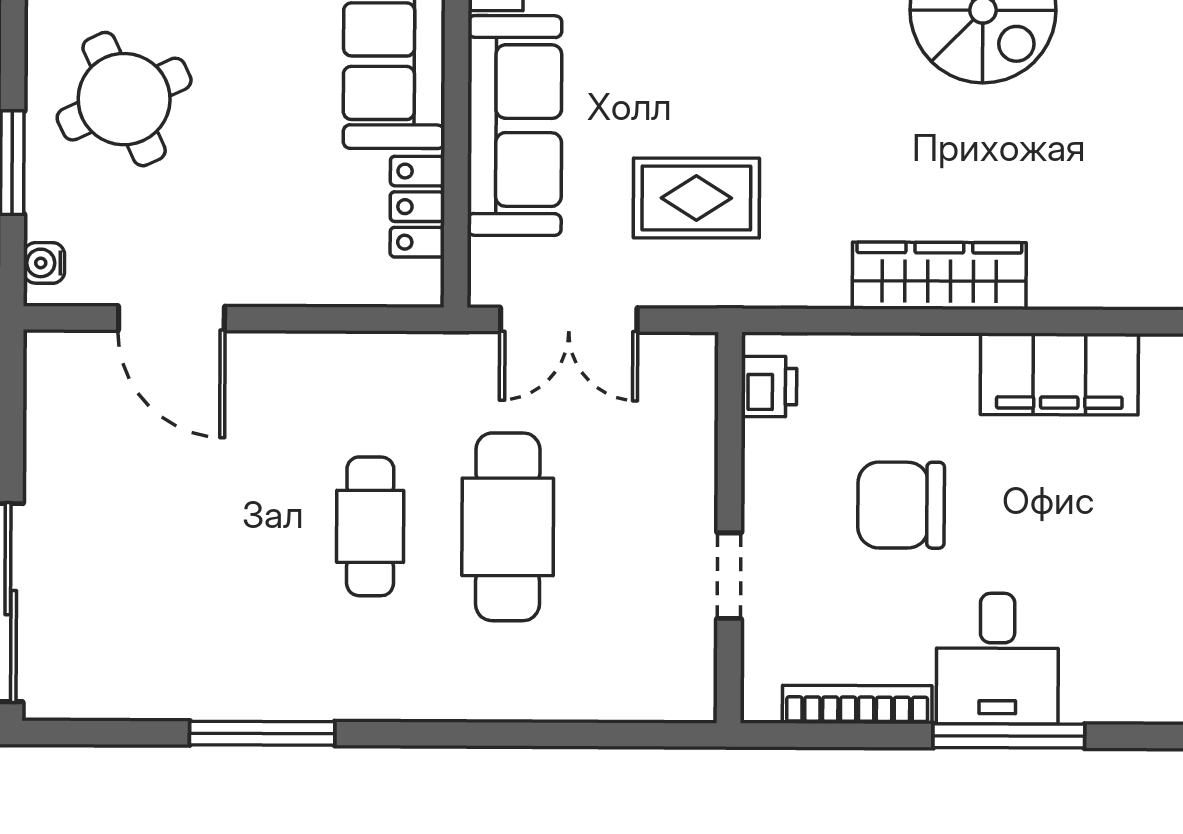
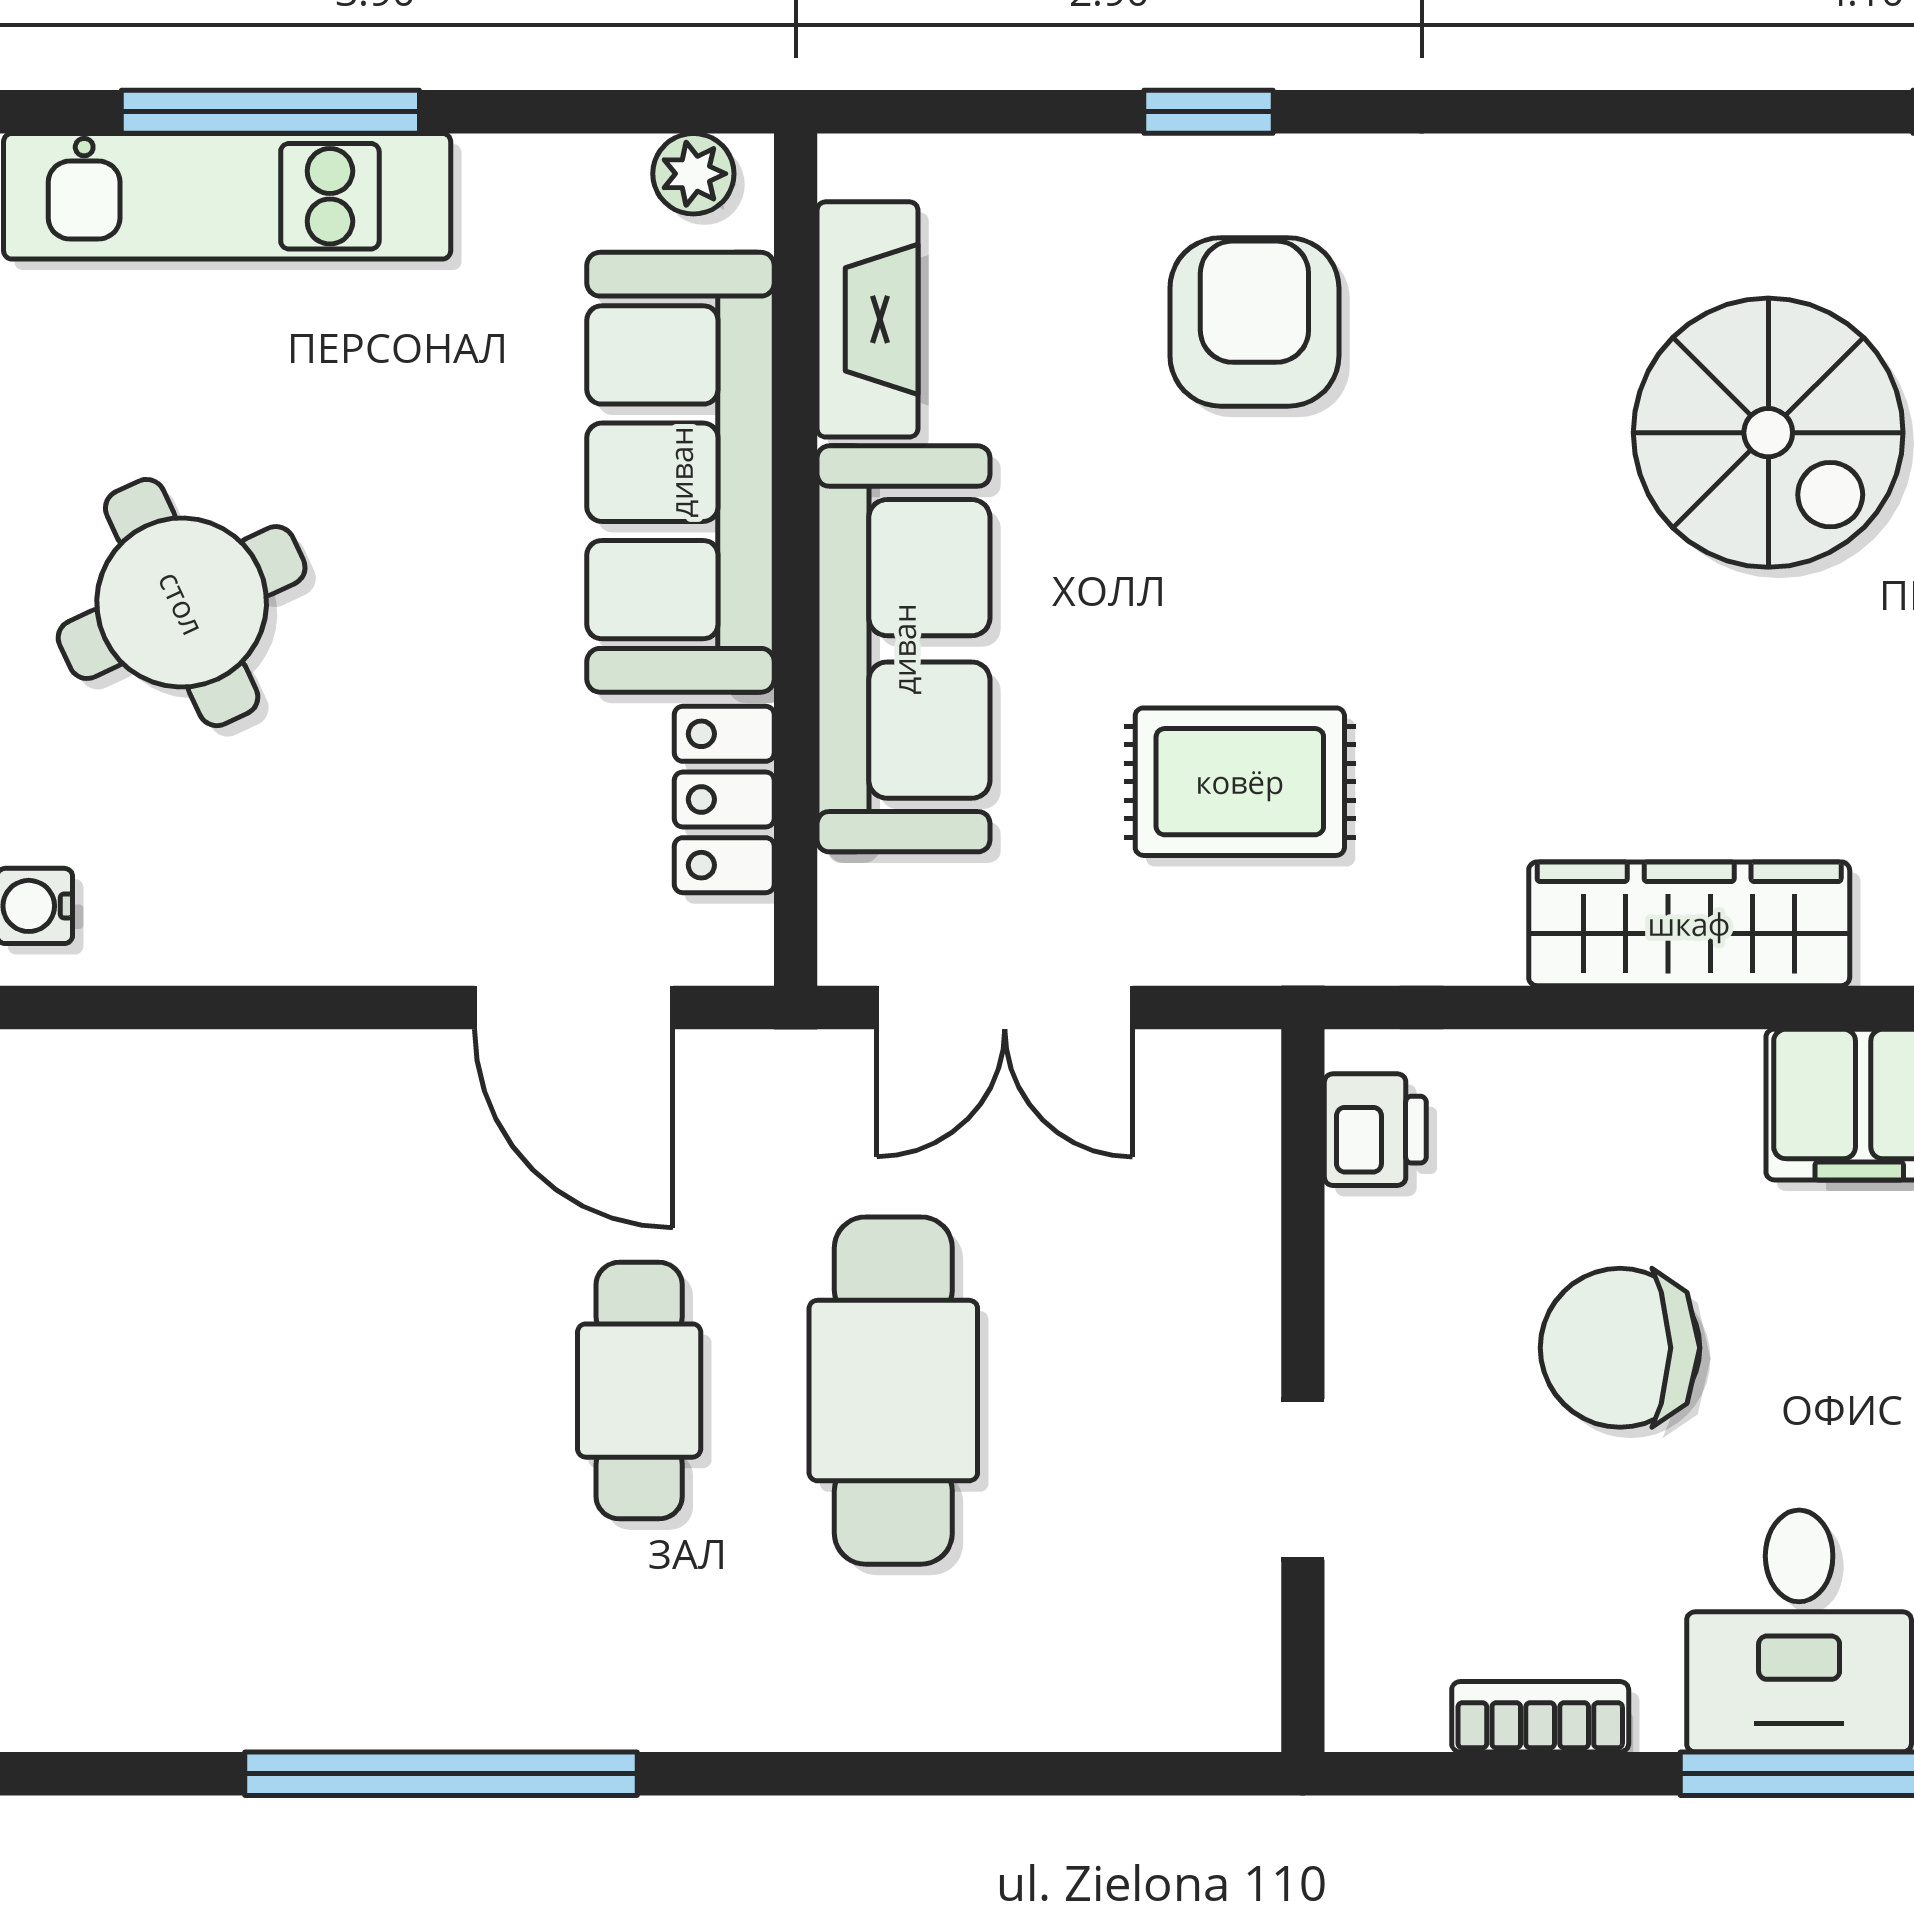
door: (171, 318) -> (574, 1007), moved
bookcase: (857, 705) -> (1540, 1717), width x0.64
window: (262, 733) -> (441, 1774), width x1.46

